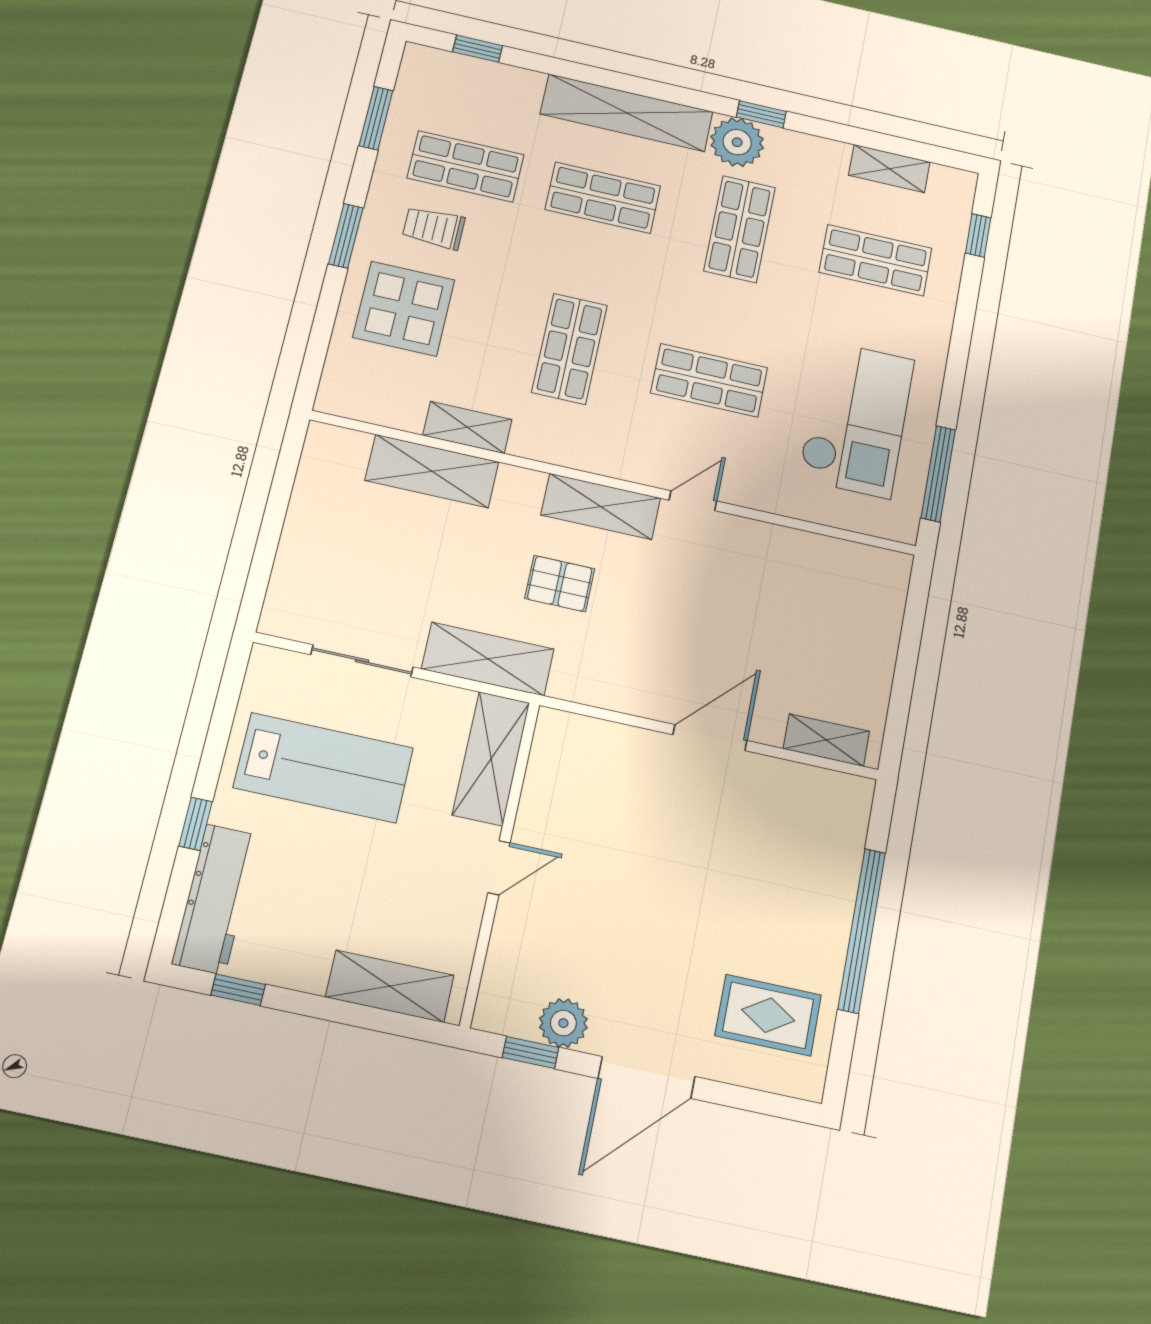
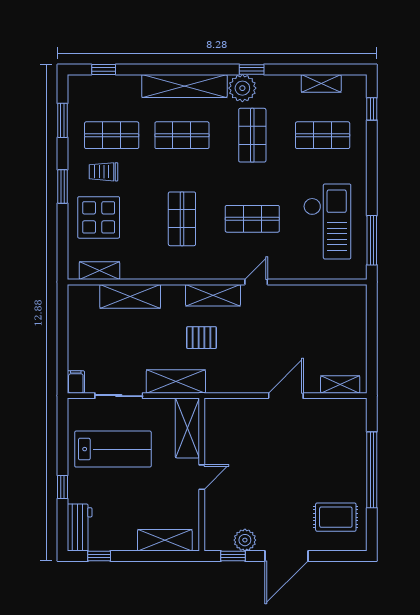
shelving: (467, 427) -> (99, 271), moved
filing cabinet: (279, 614) -> (76, 382), added
workbench: (215, 899) -> (80, 527), width x0.73

